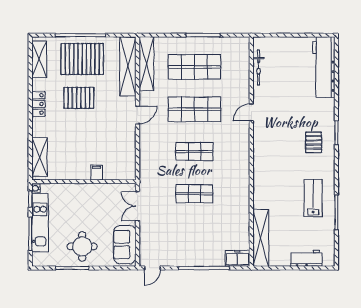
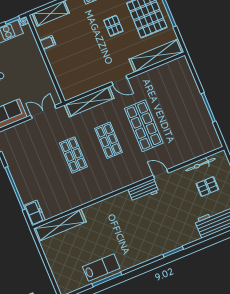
shelving: (146, 64) -> (89, 102), moved
shop shelf: (194, 67) -> (179, 111), removed
pallet: (79, 98) -> (113, 26), width x0.67, depth x0.71
pallet: (314, 142) -> (207, 187), moved
filing cabinet: (96, 173) -> (48, 43), moved
lab bench: (313, 198) -> (101, 267), moved
workbench: (306, 258) -> (143, 191), moved, turned 90

